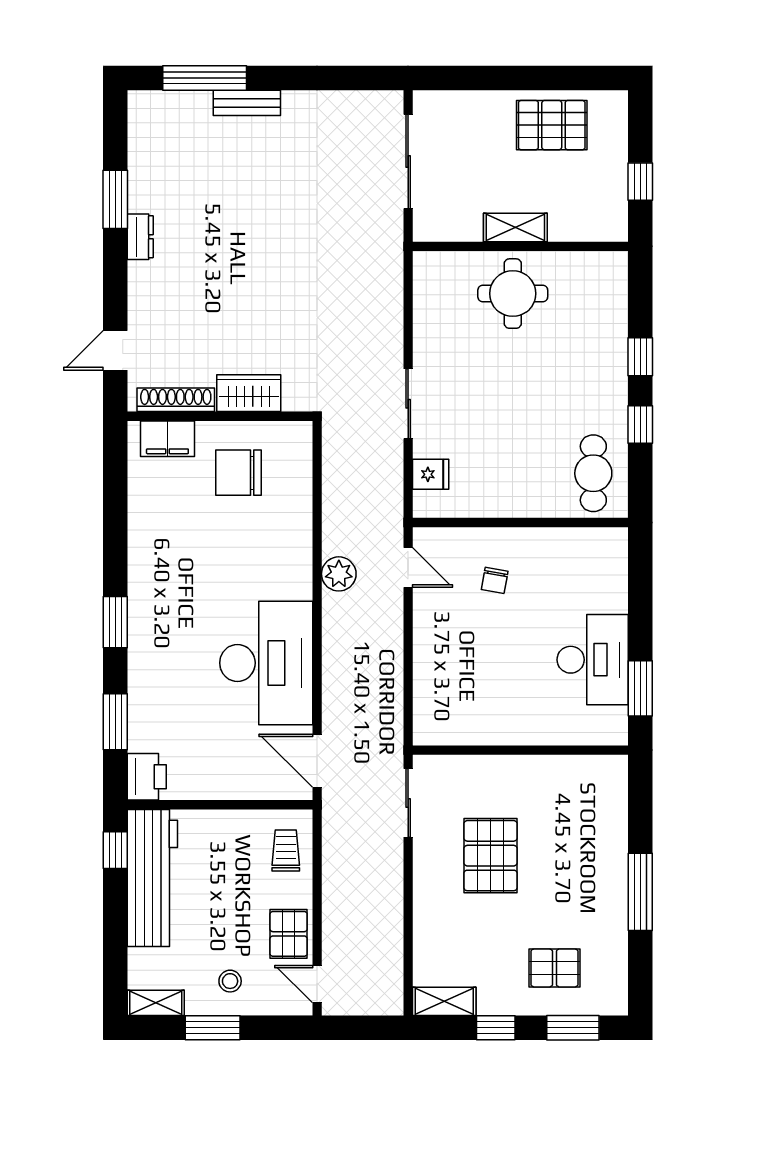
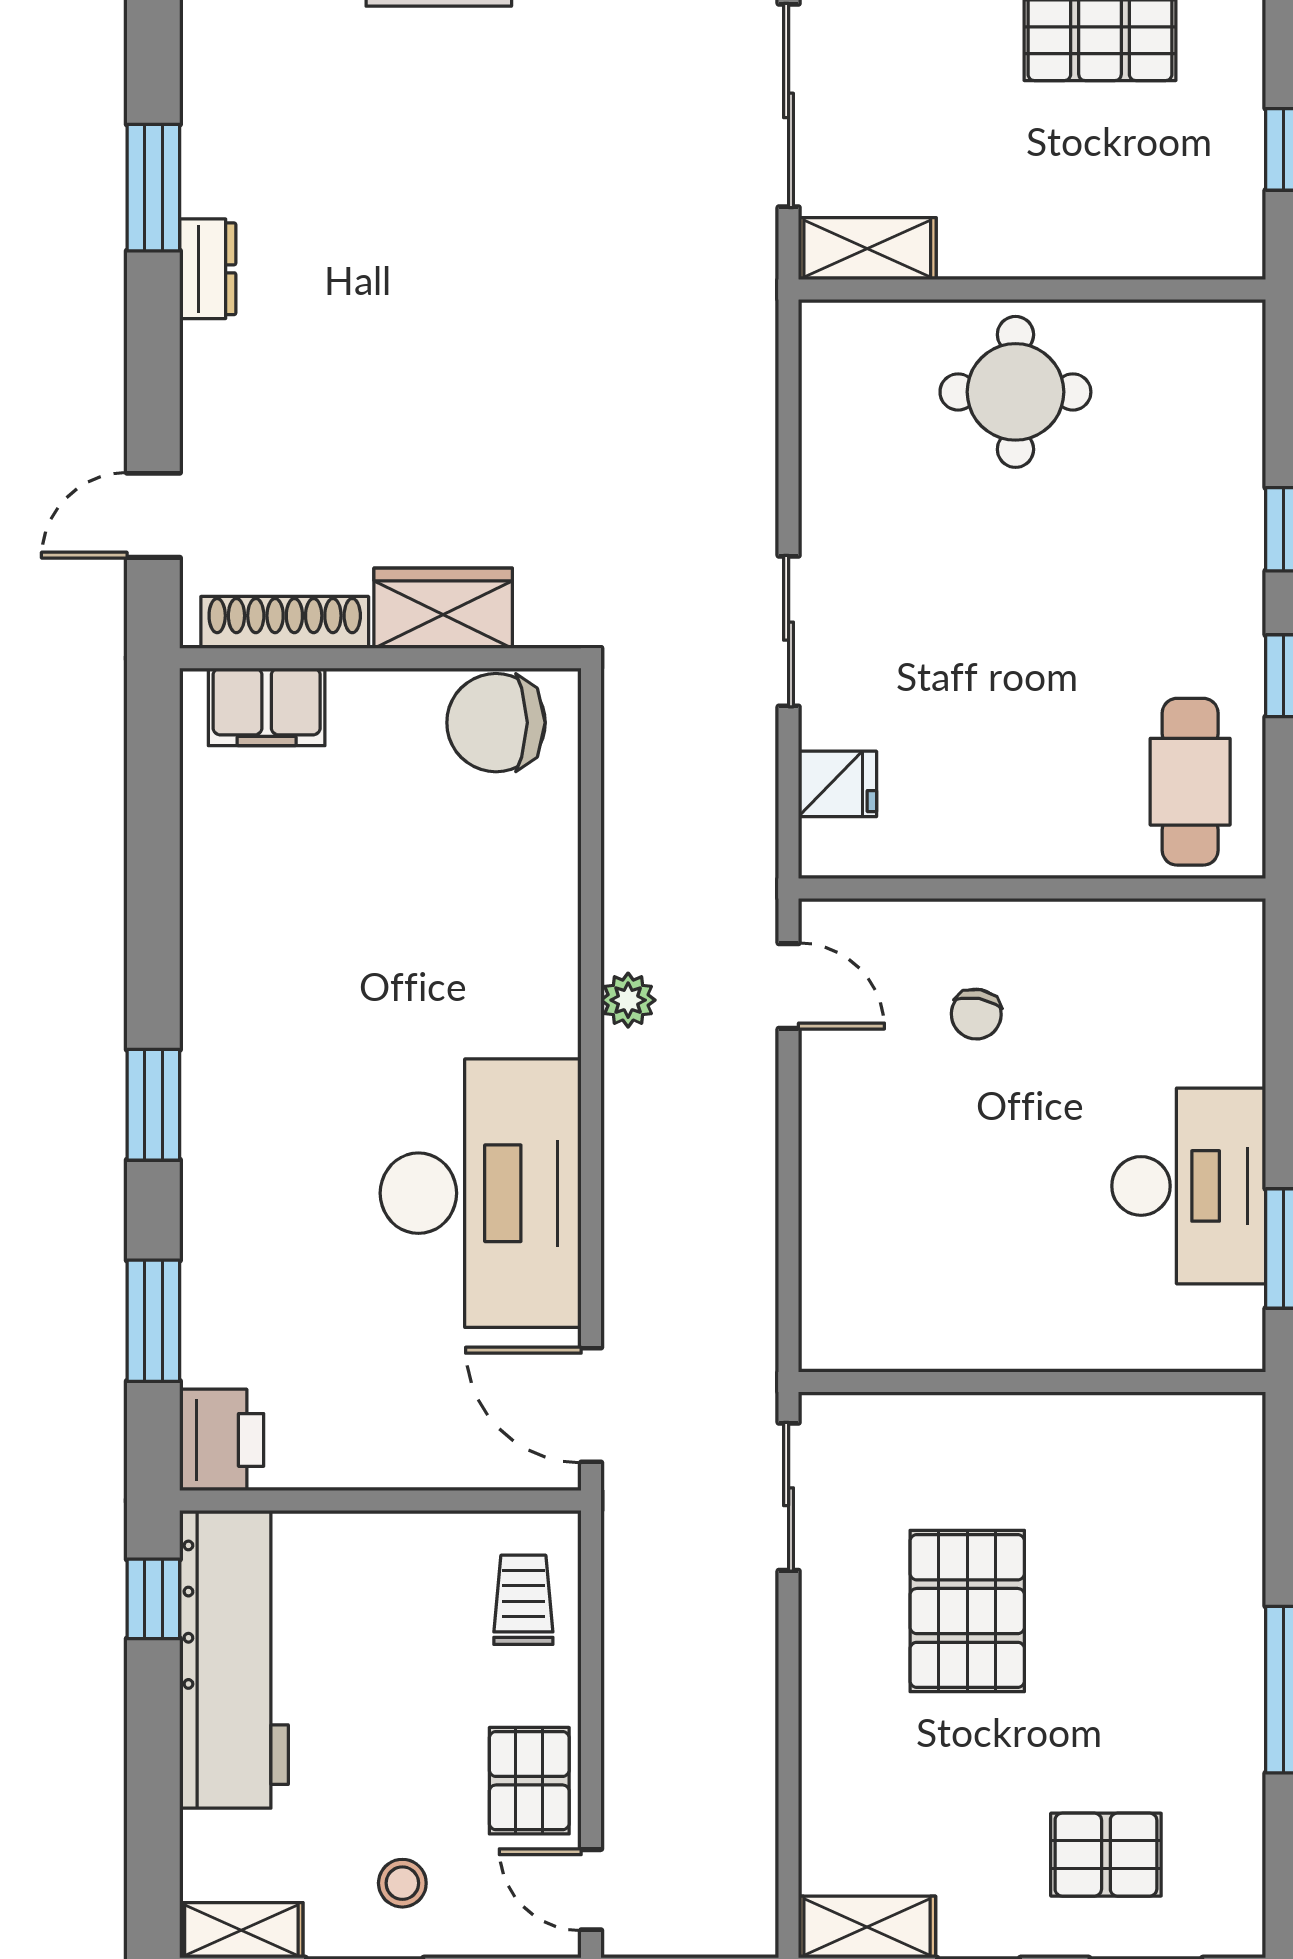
shelving: (515, 227) -> (867, 249), moved
chair: (238, 473) -> (496, 723), moved
plant: (339, 574) -> (628, 1000), width x0.73, depth x0.73

